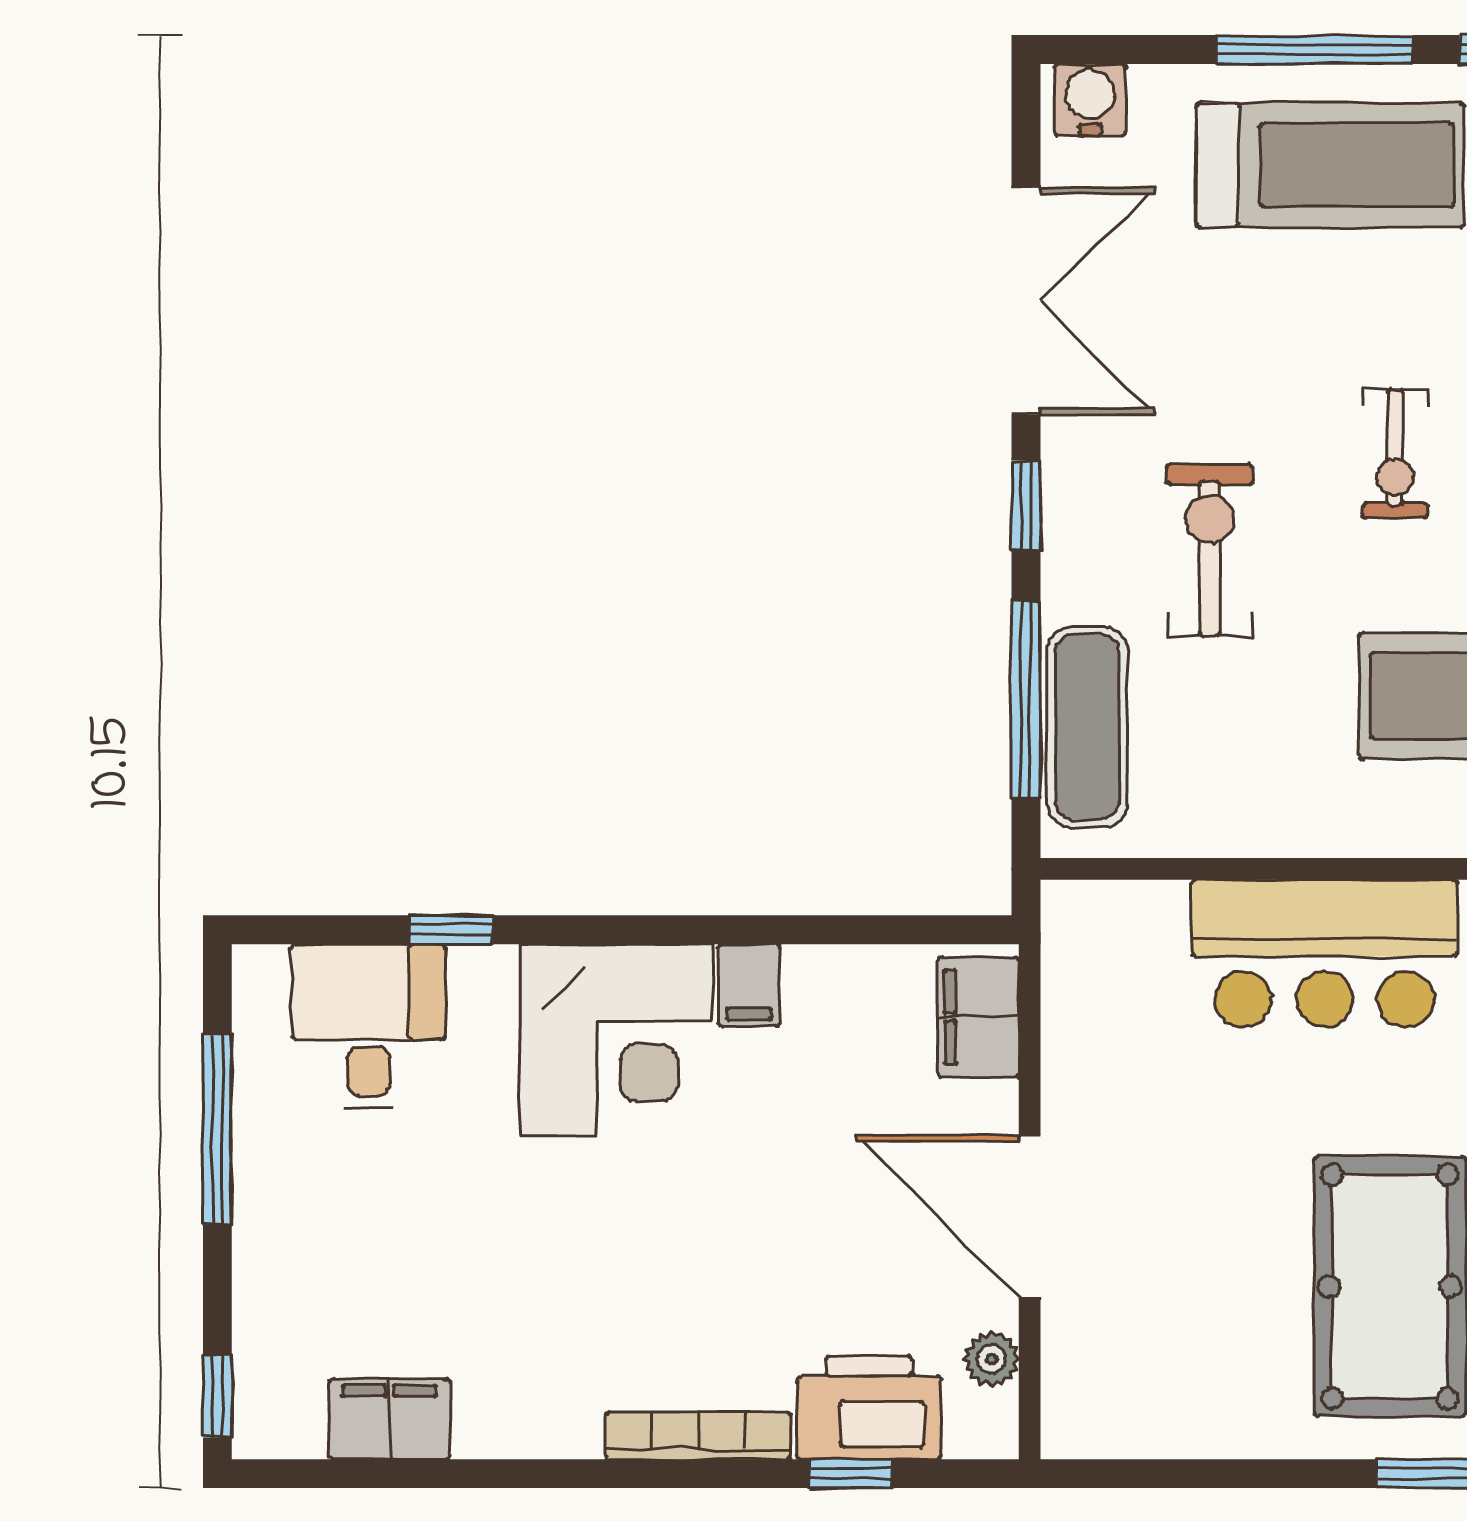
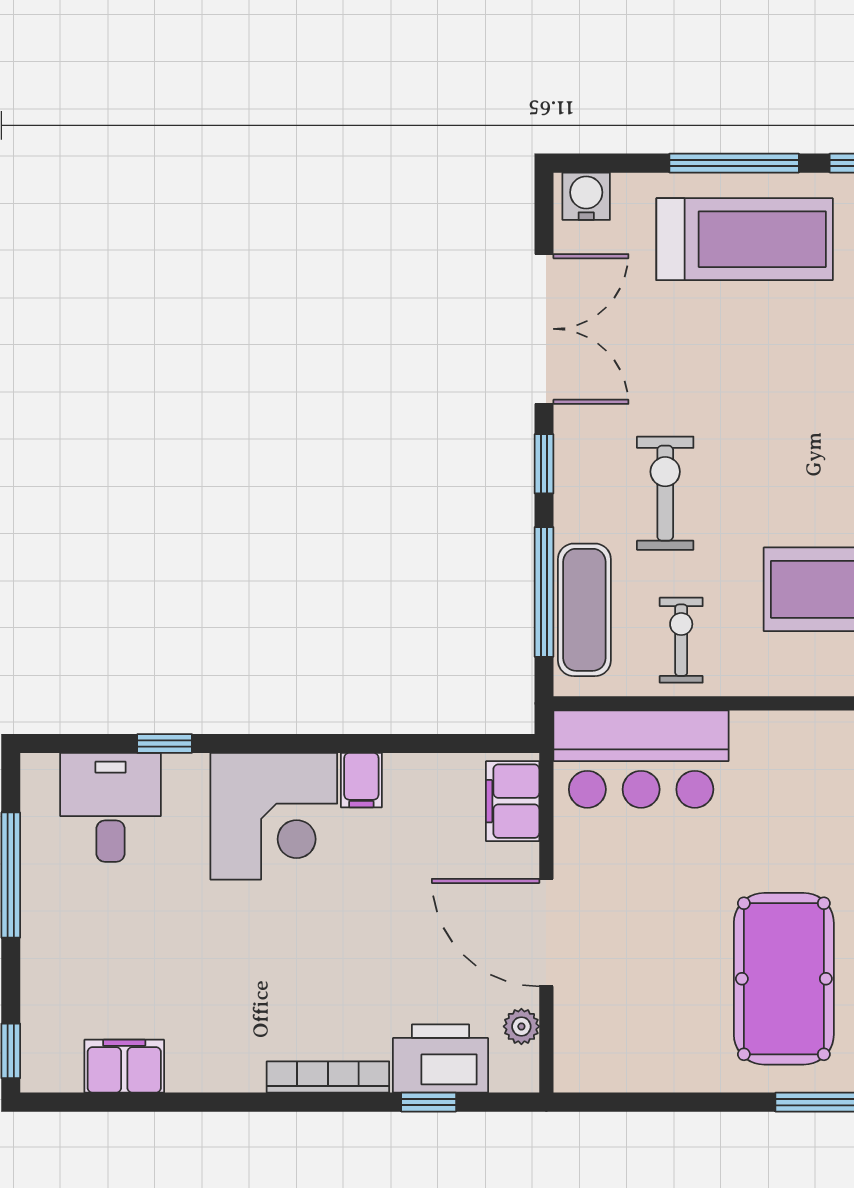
exercise bike: (1395, 454) -> (681, 640), moved, turned 180
bar counter: (1324, 953) -> (641, 759), moved

